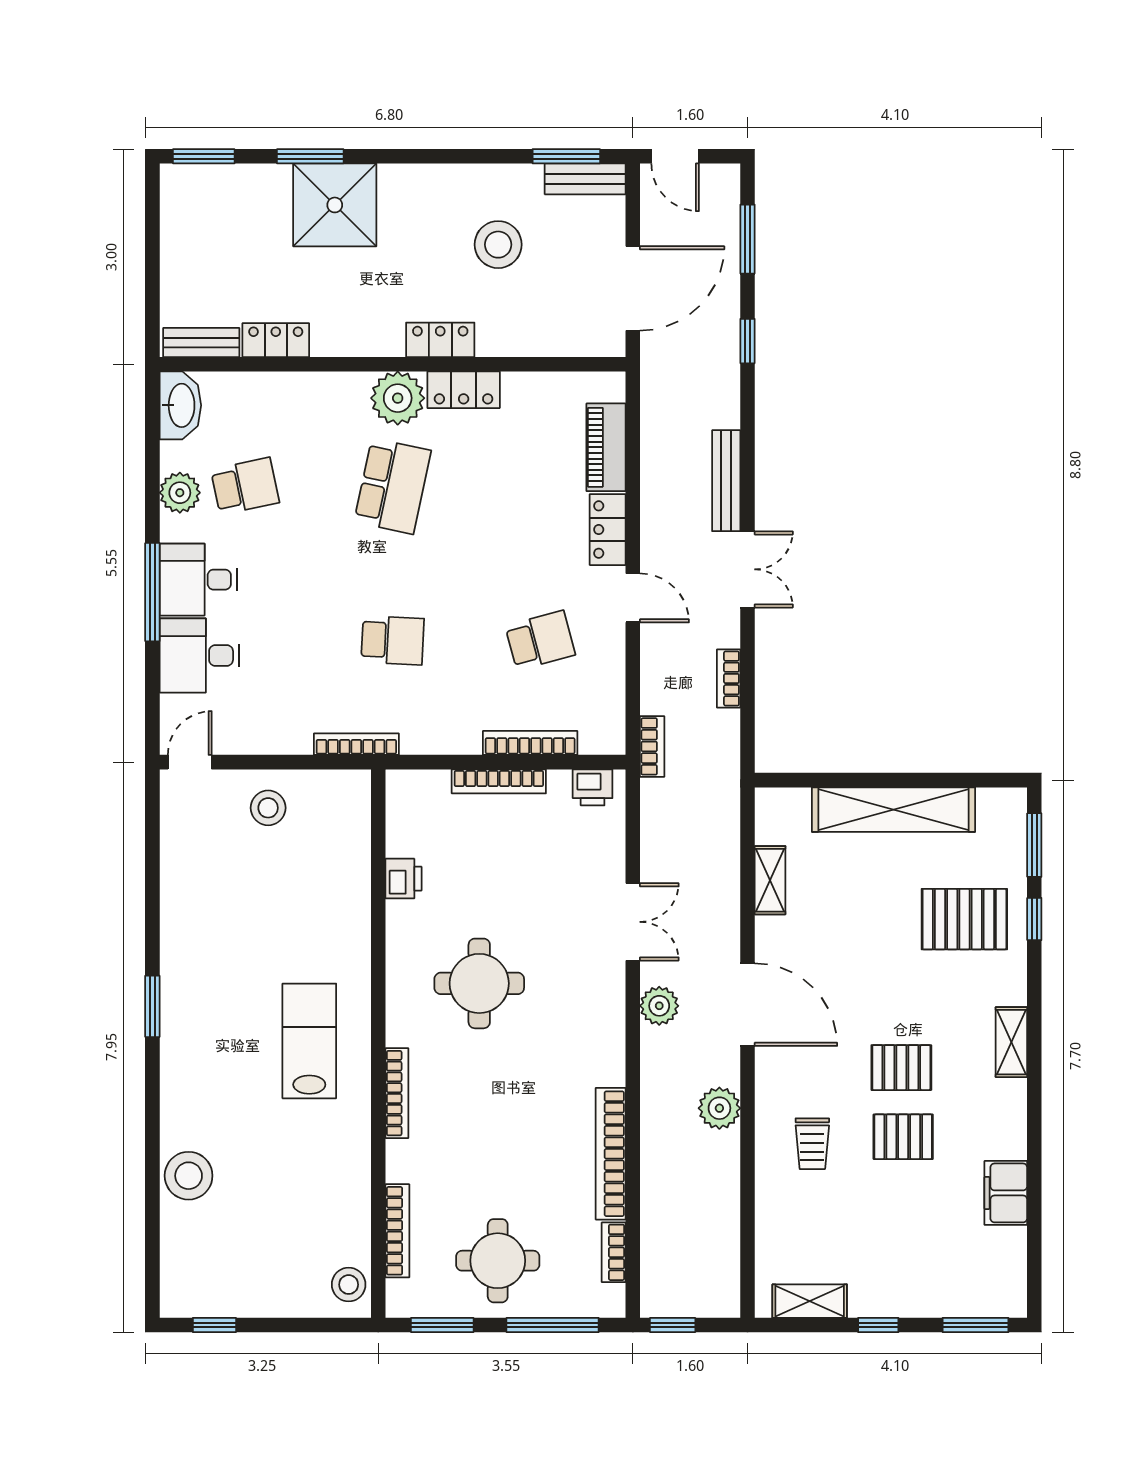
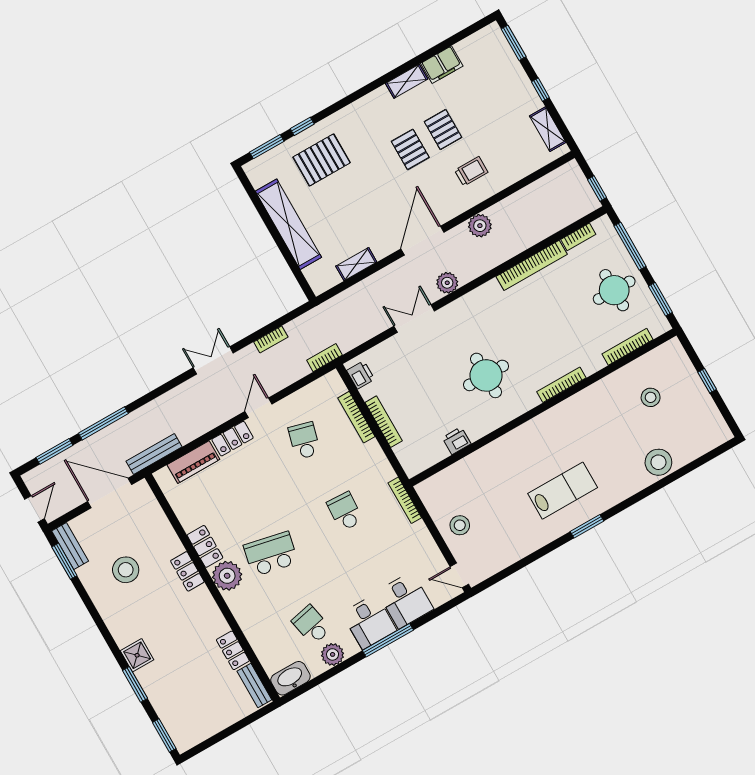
shower: (335, 205) -> (137, 655), width x0.54, depth x0.54
window: (748, 341) -> (103, 423), width x2.17
bench: (726, 481) -> (154, 454), moved
school desk: (540, 640) -> (304, 441), turned 30
pallet: (964, 919) -> (322, 160), turned 90
lab bench: (309, 1041) -> (563, 491), moved, turned 180
shelving: (1011, 1042) -> (407, 81), moved
stool: (349, 1285) -> (651, 397), moved
window: (214, 1325) -> (707, 381), moved

